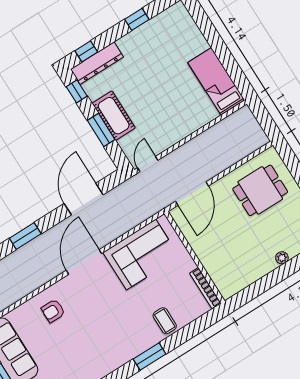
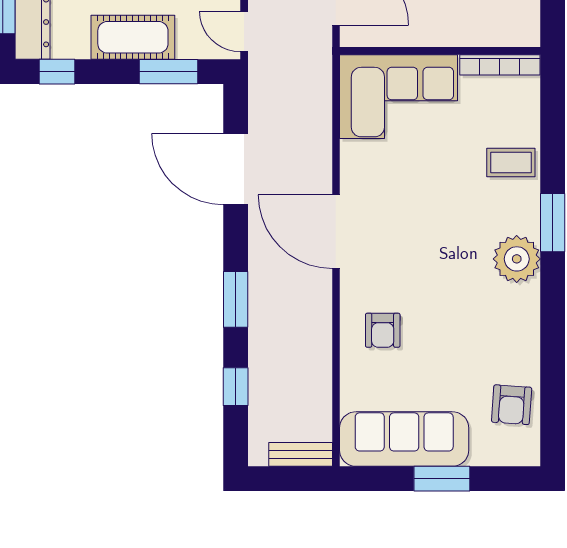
window: (101, 130) -> (169, 72), moved
corner sofa: (141, 255) -> (398, 97), moved, turned 90
plant: (123, 351) -> (517, 259), added

